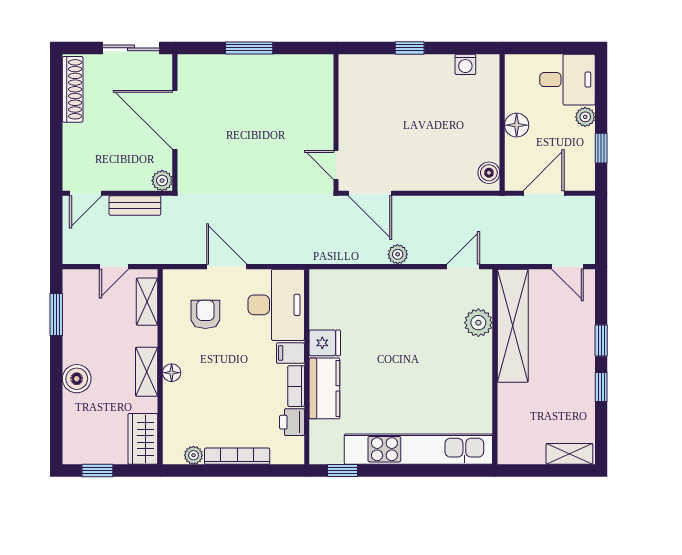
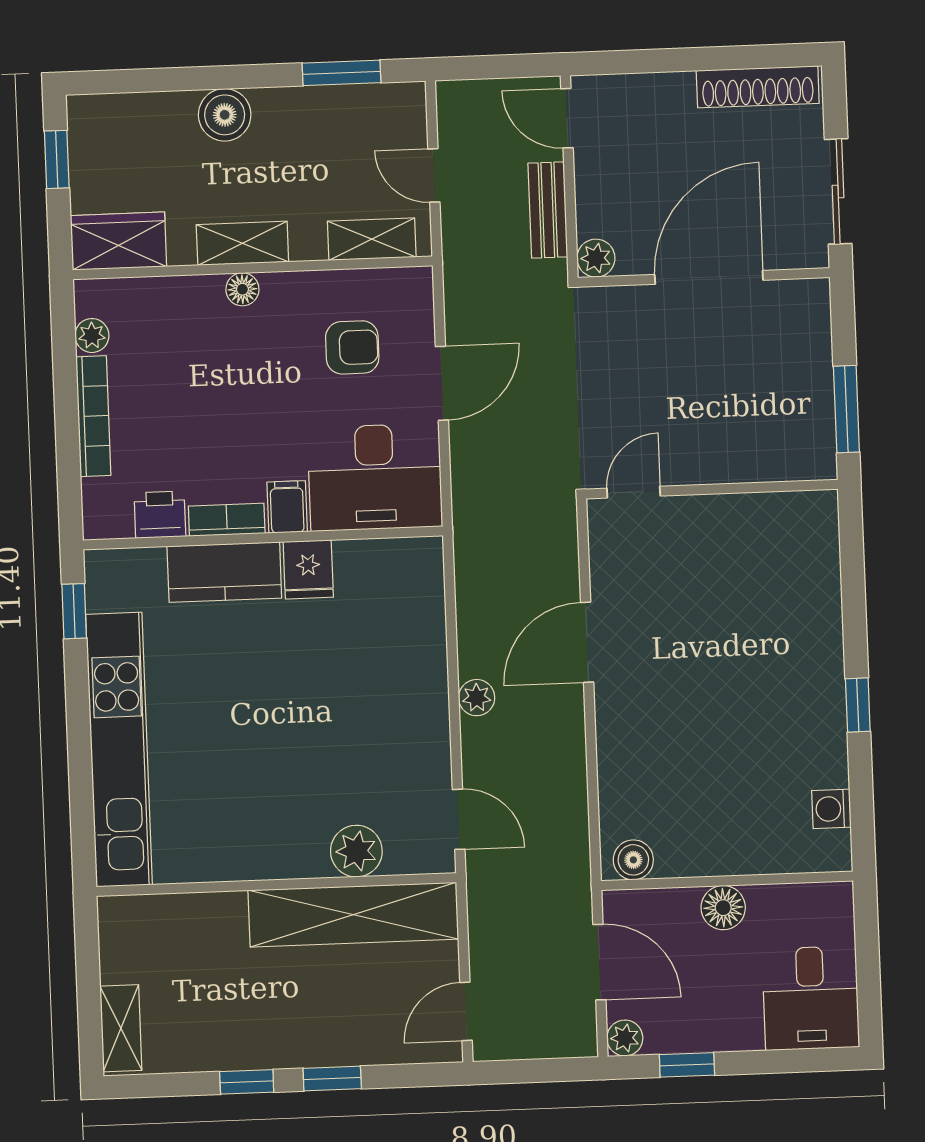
plant: (585, 117) -> (625, 1038), moved
wall: (336, 122) -> (712, 489), moved
door: (336, 165) -> (634, 492), moved

